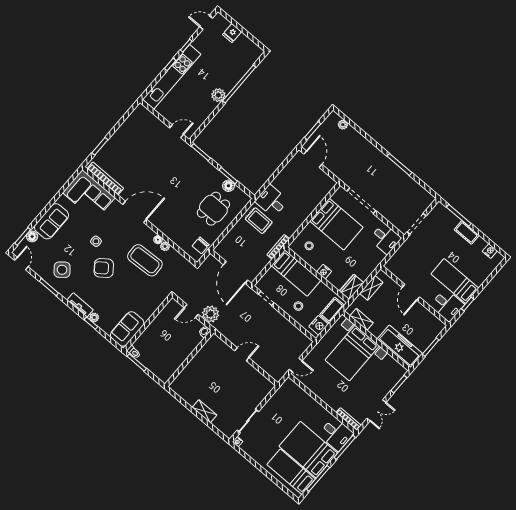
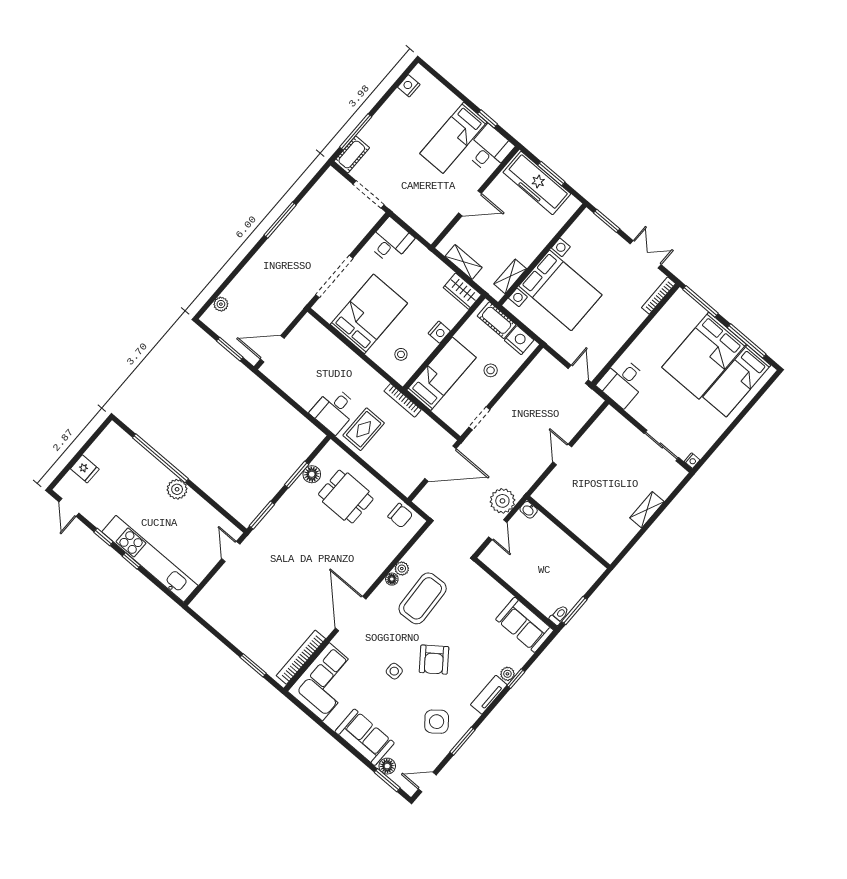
cot: (467, 232) -> (352, 154), moved
freezer: (400, 346) -> (537, 183), moved, turned -90
desk: (336, 434) -> (622, 382), moved, turned 180

